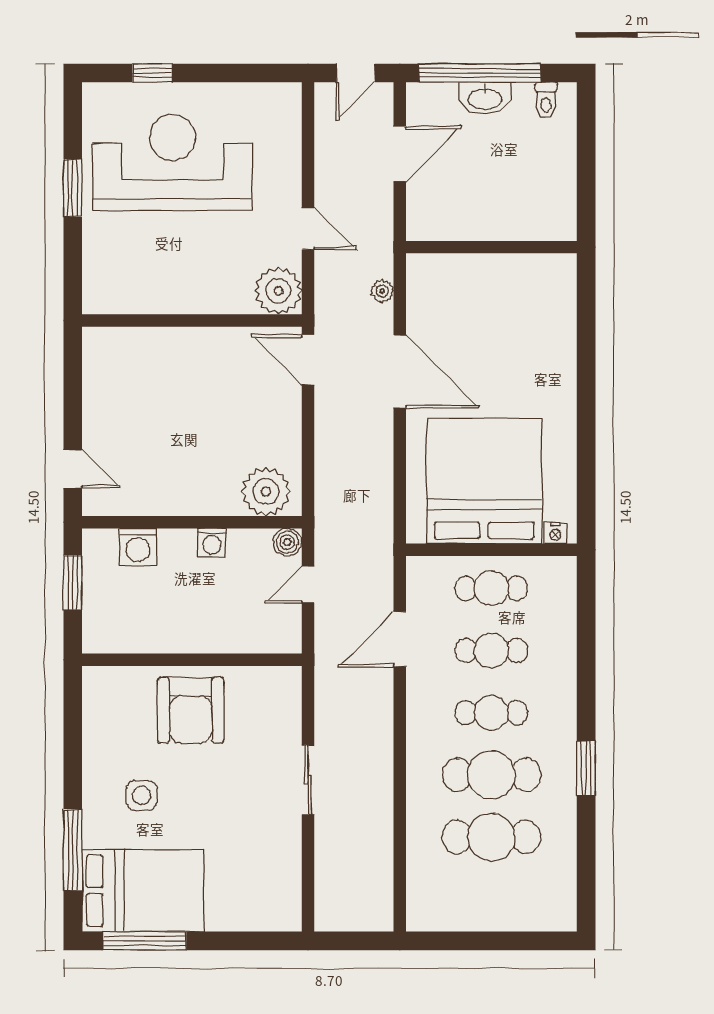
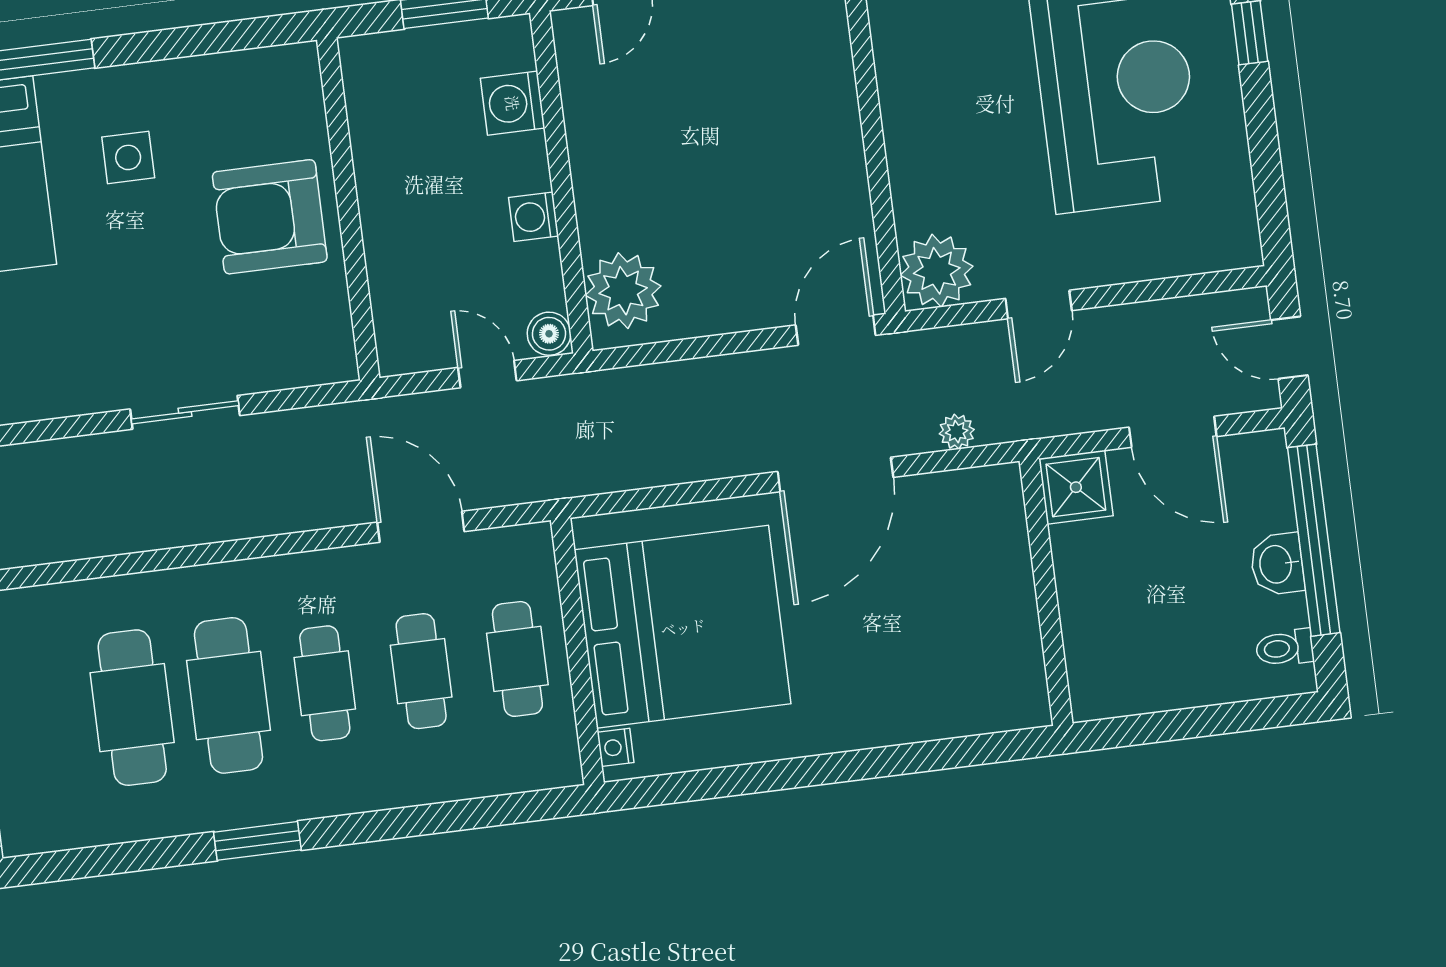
washbasin: (485, 98) -> (1277, 564), width x0.72
shower: (427, 220) -> (1076, 487), added

